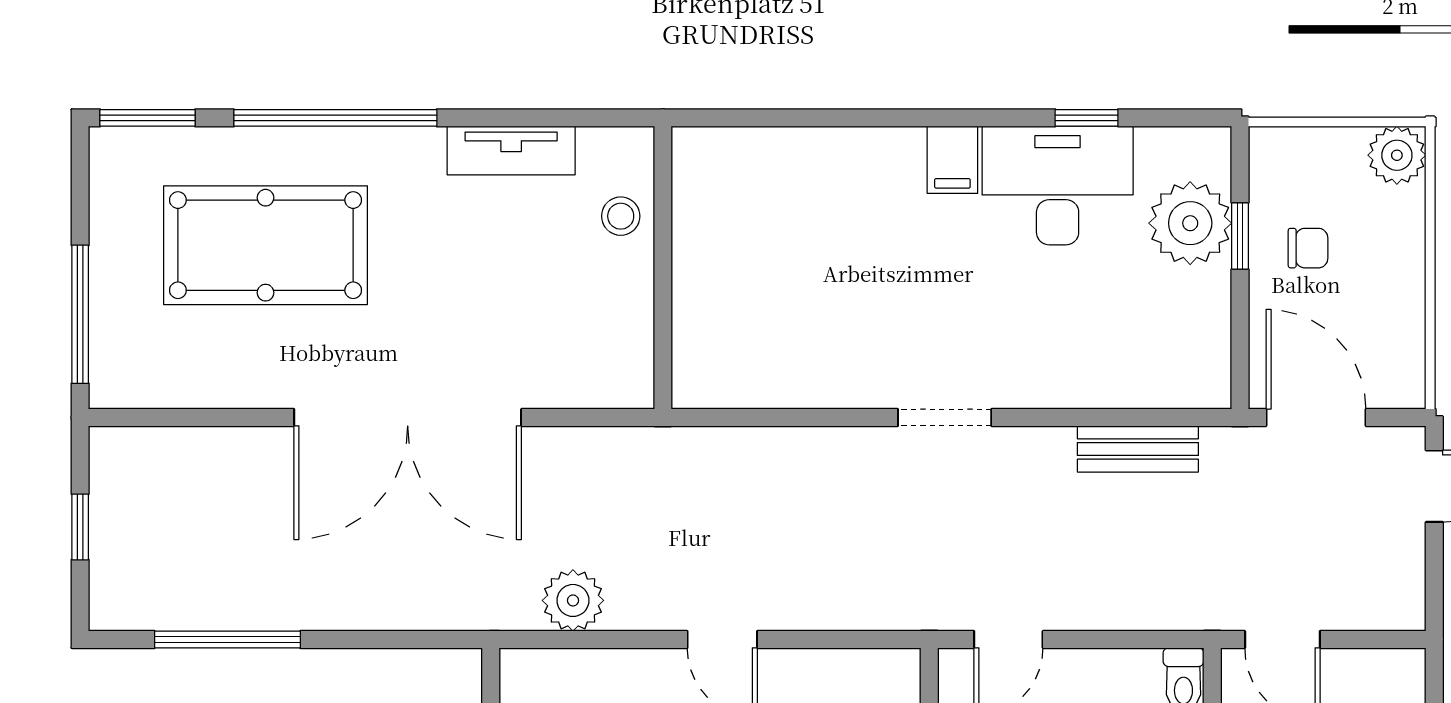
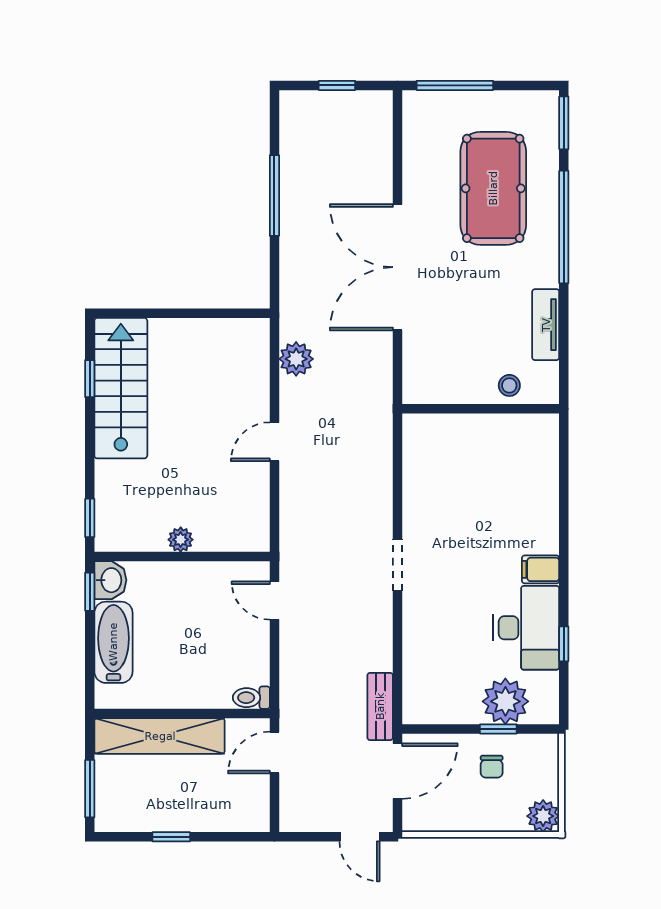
bench: (1138, 449) -> (380, 706), moved
window: (227, 640) -> (274, 195), moved

